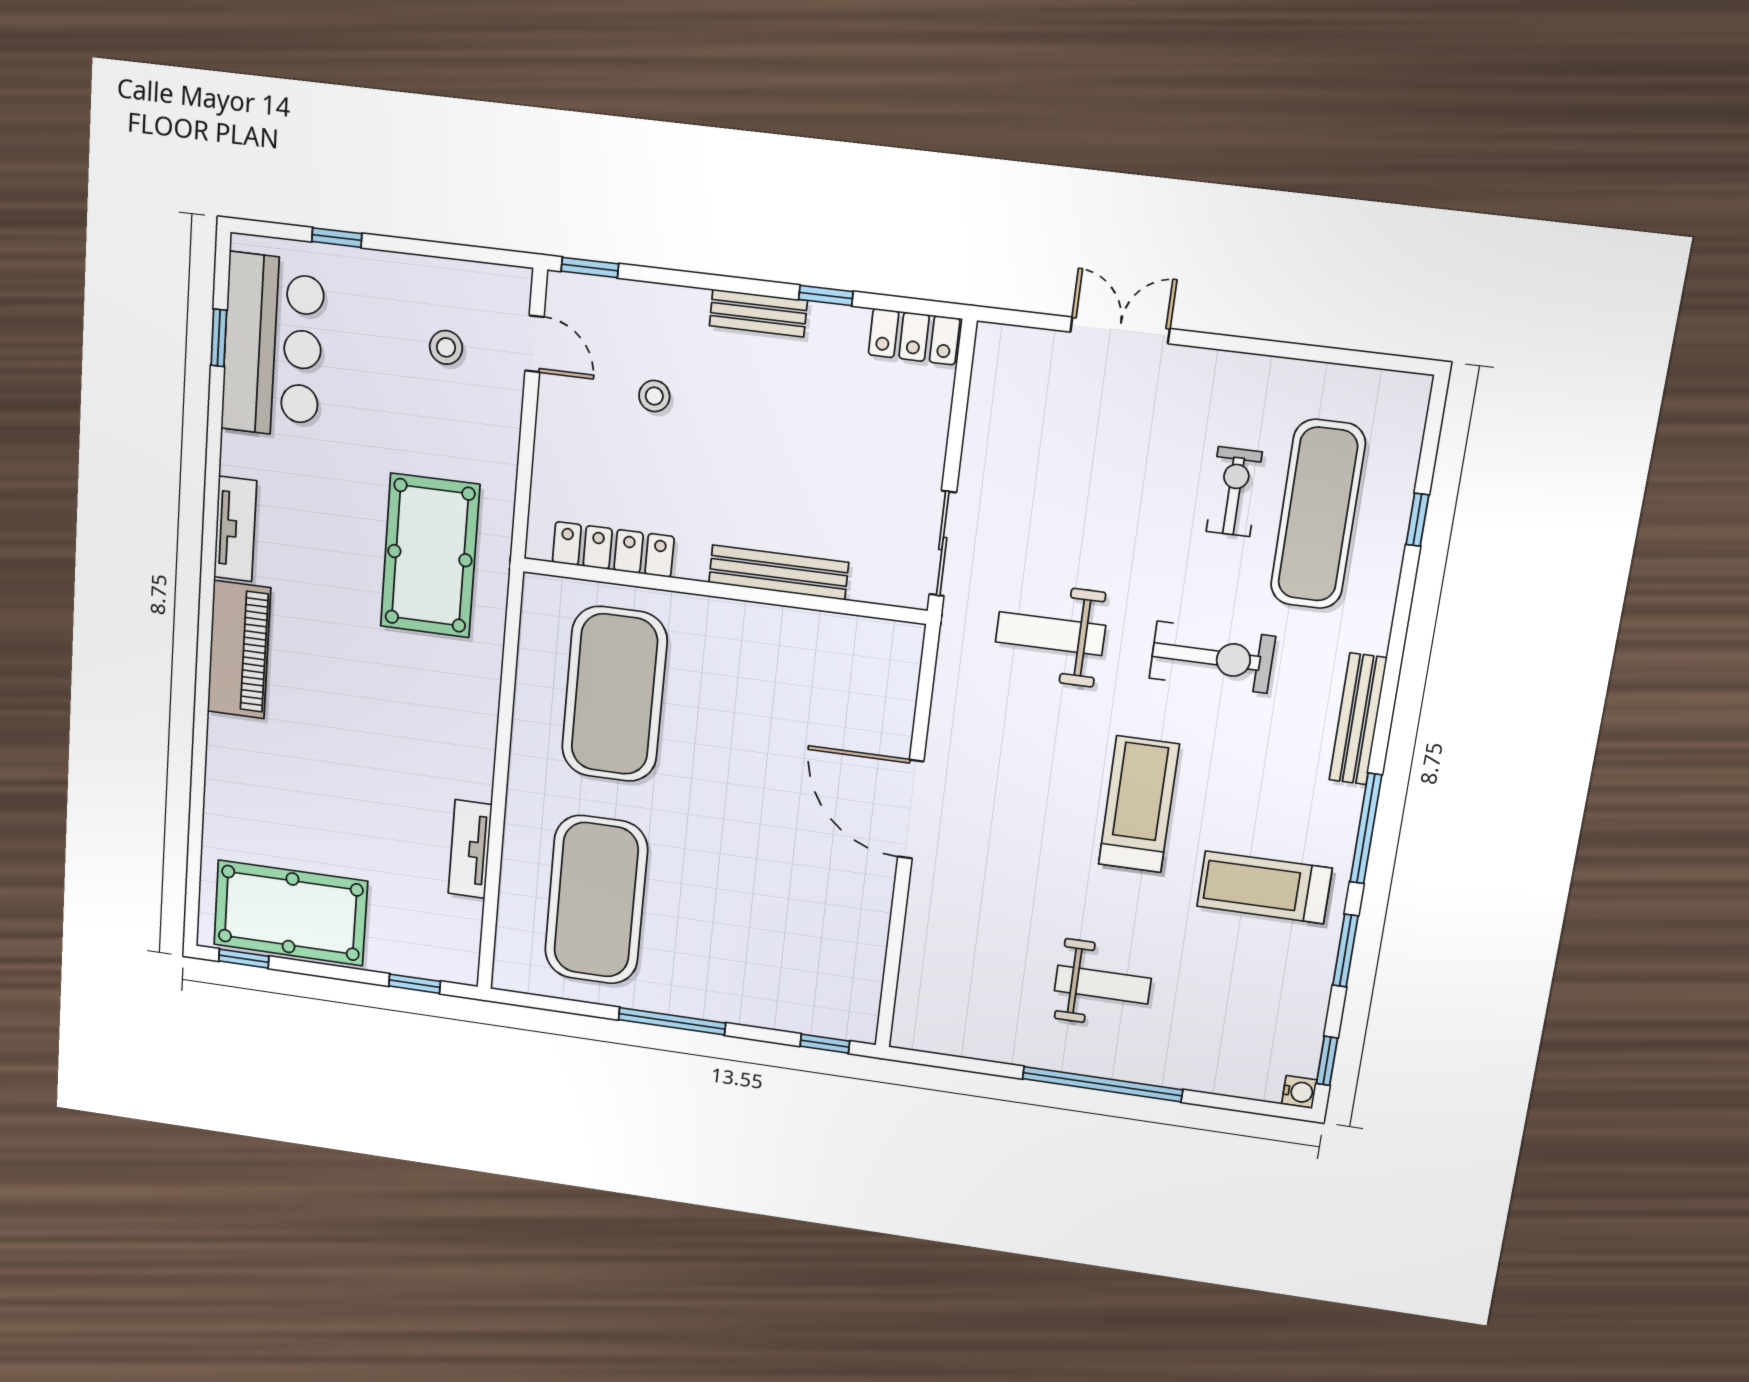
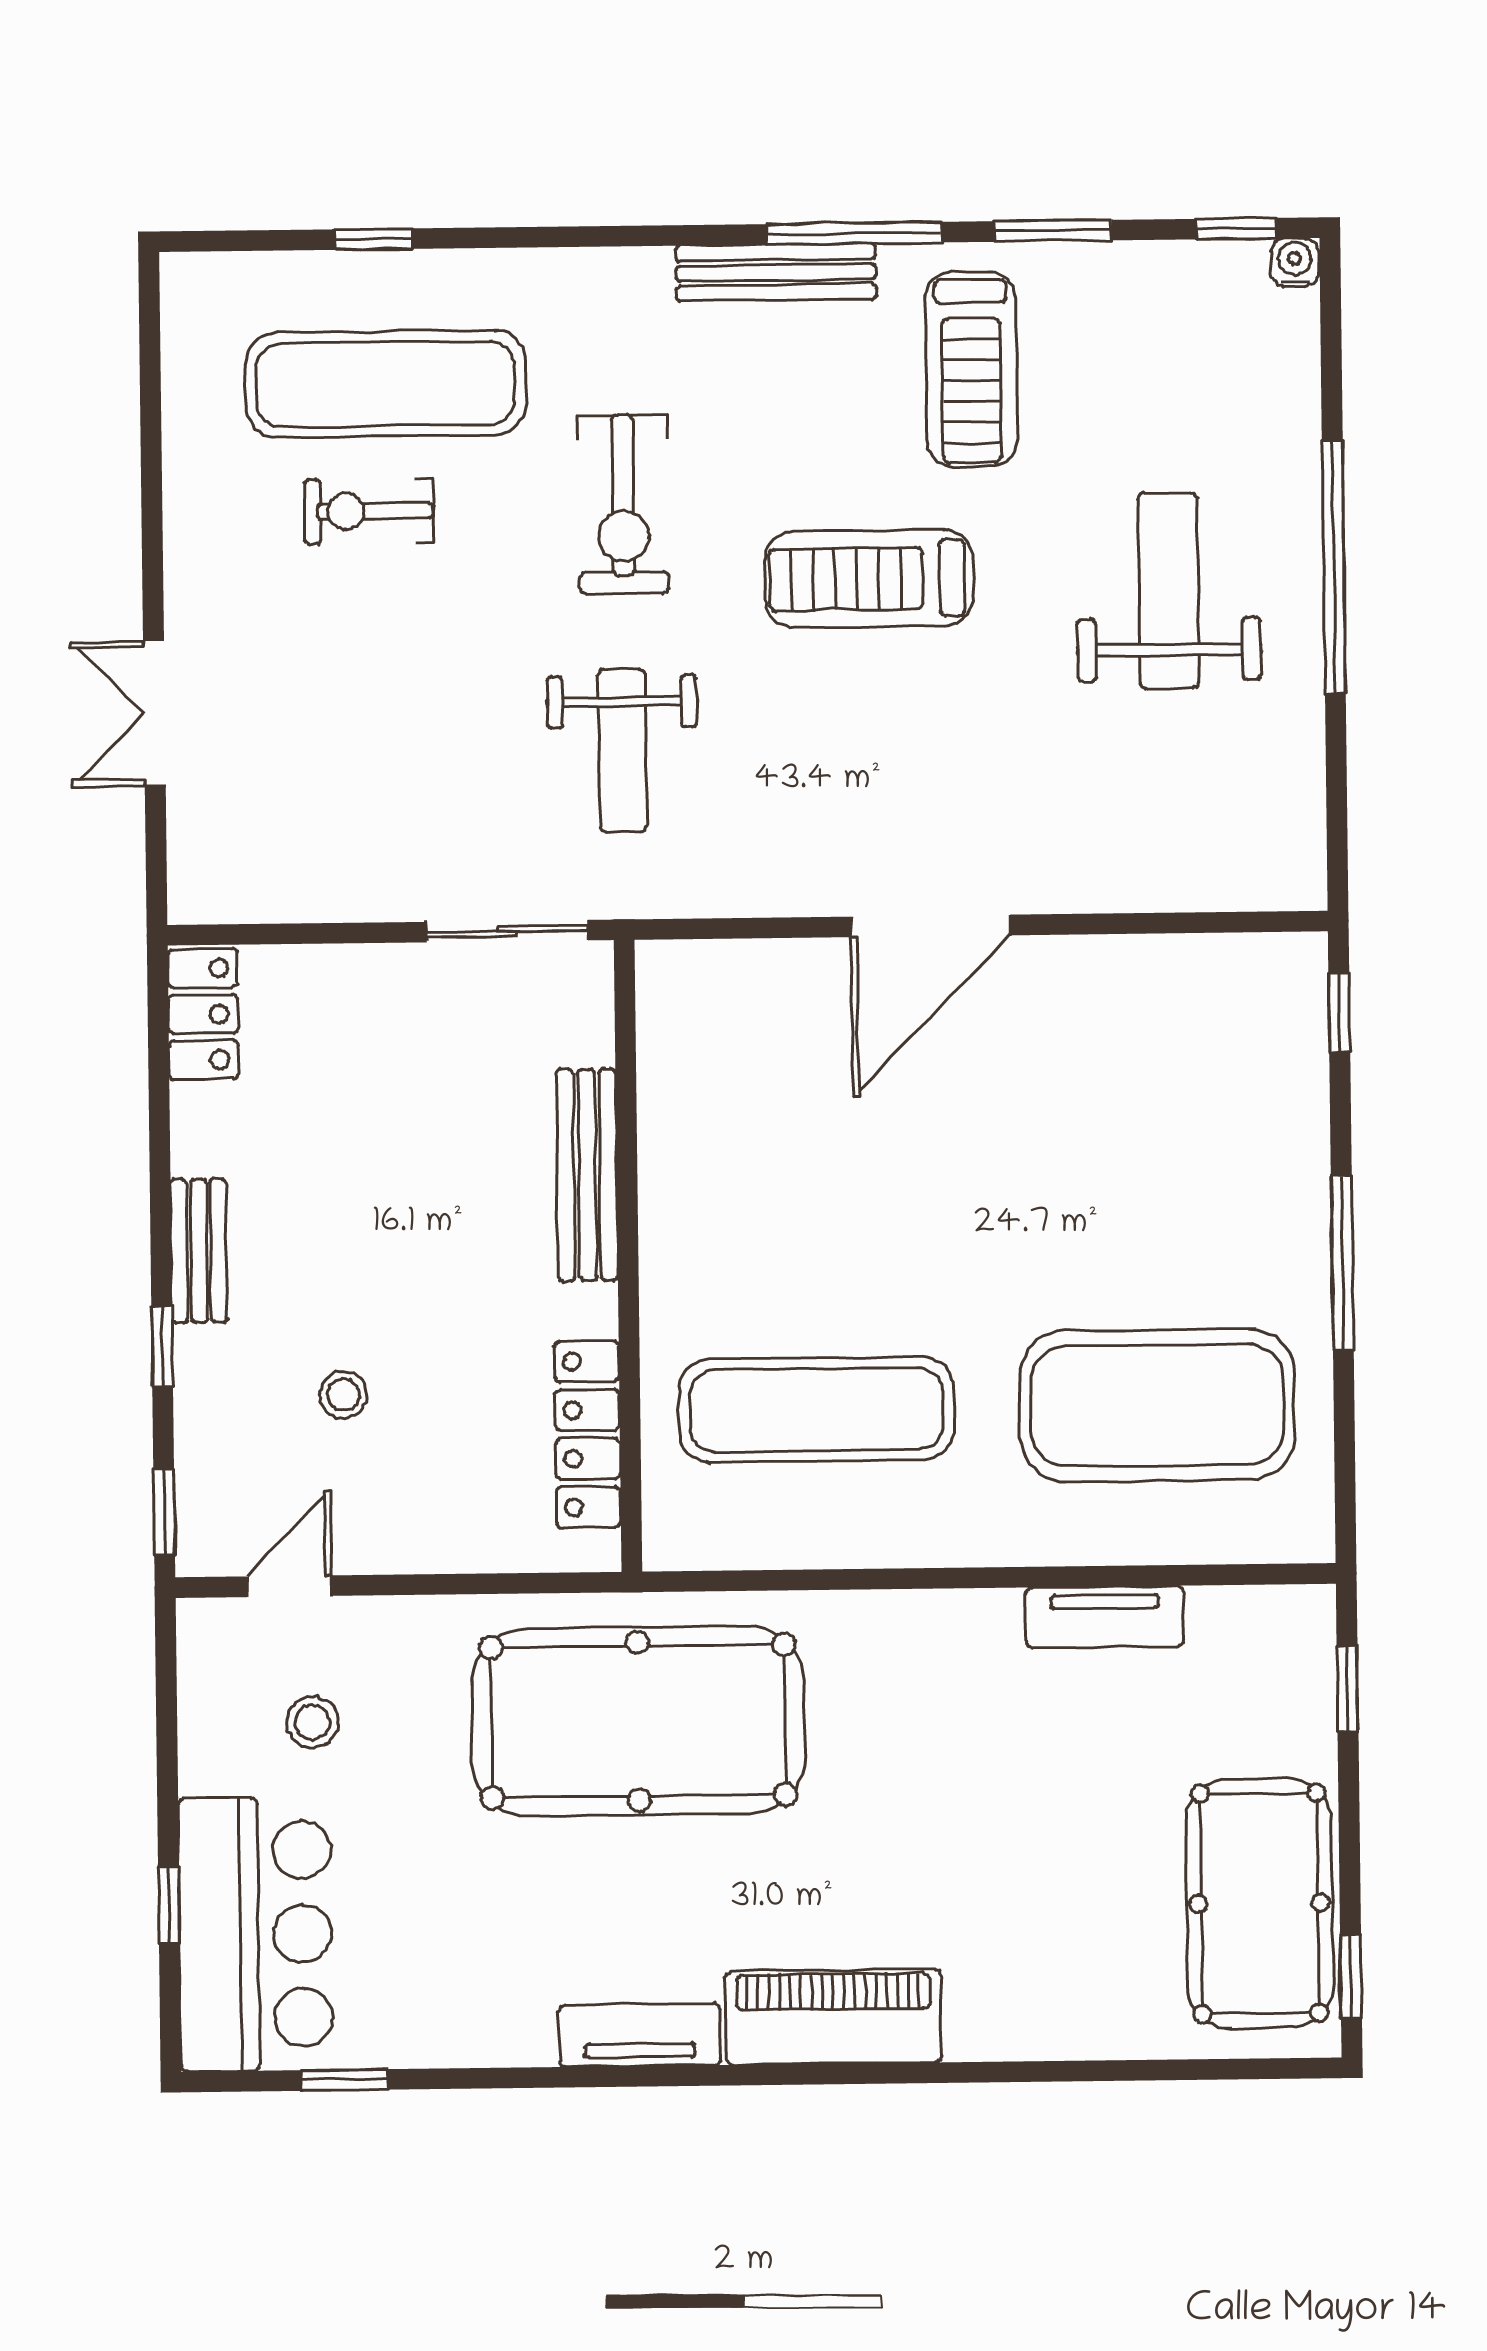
window: (826, 295) -> (162, 1346), moved
bar counter: (273, 346) -> (255, 1934), moved, turned 90
pool table: (430, 556) -> (638, 1721), width x1.36, depth x1.32
exercise bike: (1212, 657) -> (623, 504), turned 180
exercise mat: (614, 694) -> (816, 1409), width x0.68
bench: (1358, 719) -> (776, 272), moved
weight bench: (1103, 985) -> (1168, 591), width x1.36, depth x1.33

